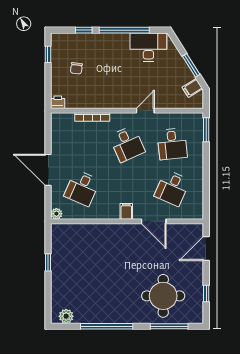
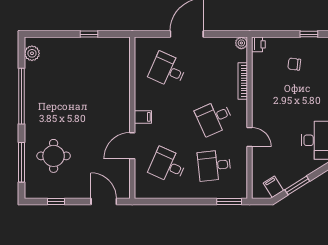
plant: (56, 214) -> (241, 43), moved
round table: (163, 296) -> (54, 156), width x0.73, depth x0.73

